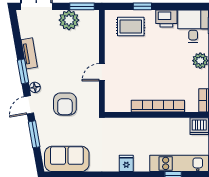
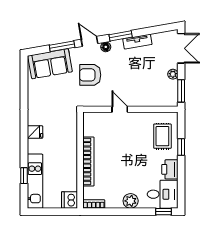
plant: (69, 20) -> (173, 74), width x0.53, depth x0.53
sofa: (67, 159) -> (50, 64), moved, turned 80

